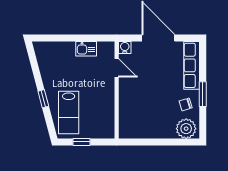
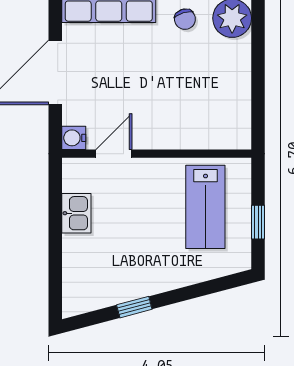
window: (43, 99) -> (134, 307), moved
lab bench: (69, 113) -> (205, 207), moved, turned 90

